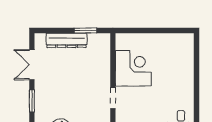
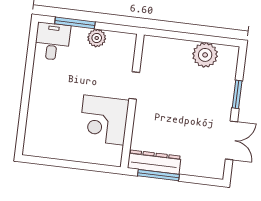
window: (86, 31) -> (158, 175), width x1.44
dresser: (67, 40) -> (154, 162), moved

